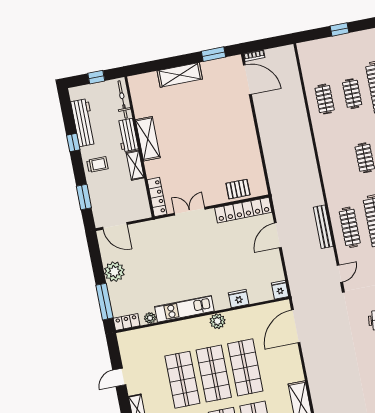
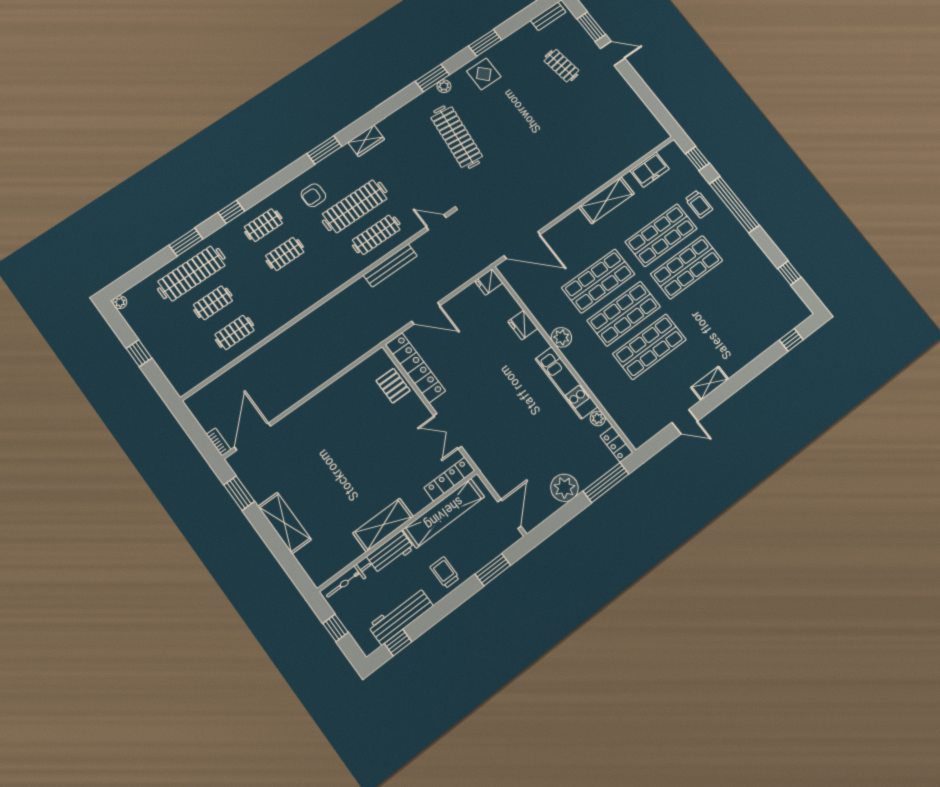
window: (73, 143) -> (398, 643), moved
shelving: (135, 165) -> (444, 513), width x2.20, depth x1.33

